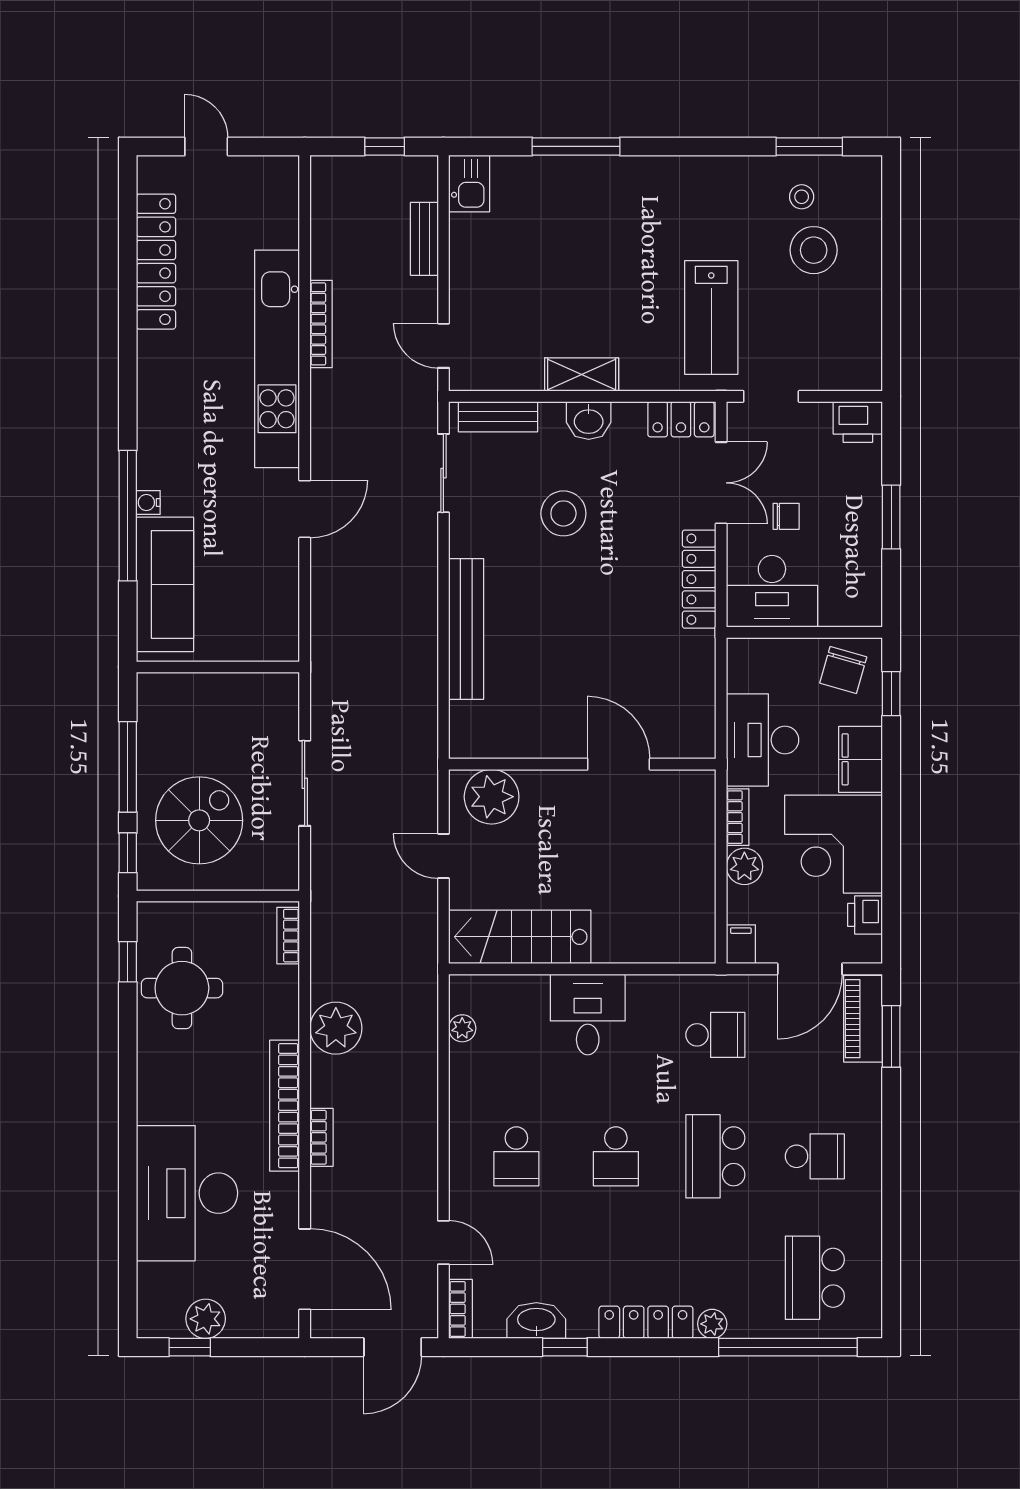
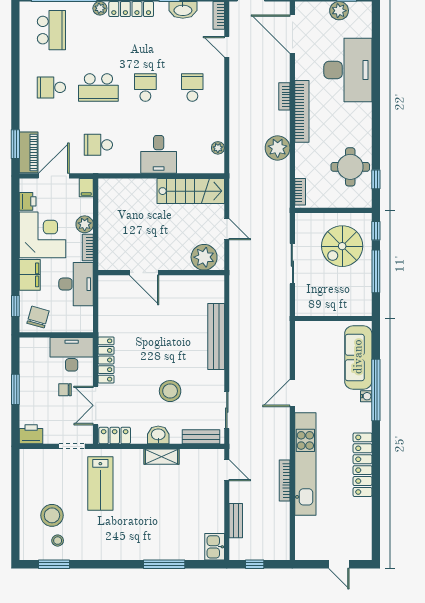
locker: (156, 262) -> (363, 465), moved
lab bench: (711, 317) -> (100, 484), turned 180
school desk: (715, 1156) -> (98, 87), turned 90

